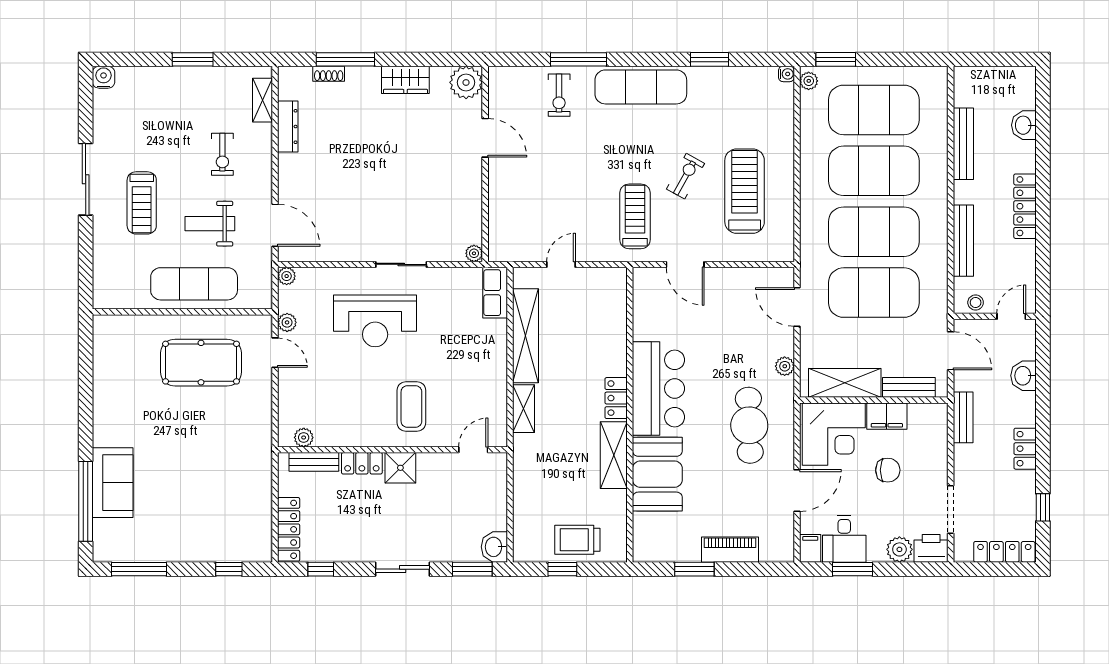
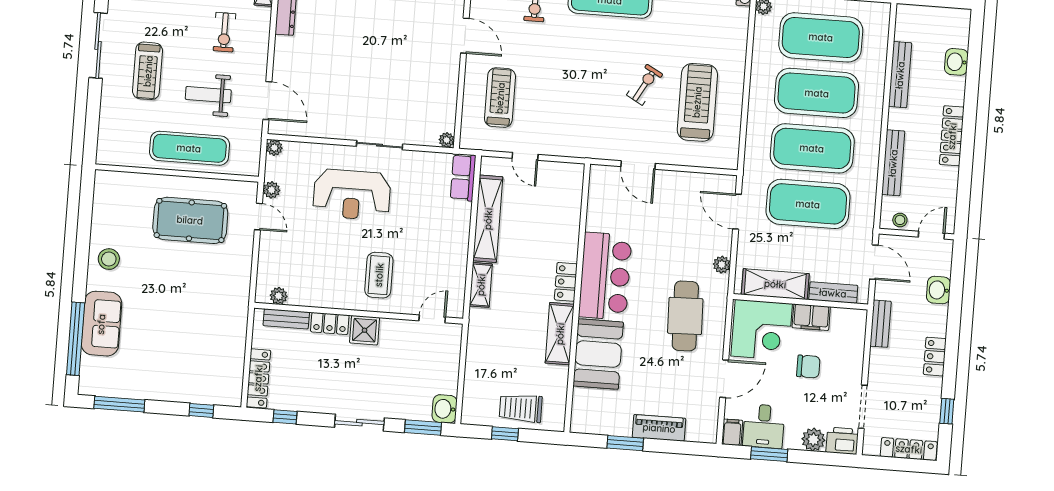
treadmill: (635, 216) -> (500, 98), moved
door: (561, 264) -> (525, 156), swing flipped
stool: (115, 412) -> (109, 259), added

